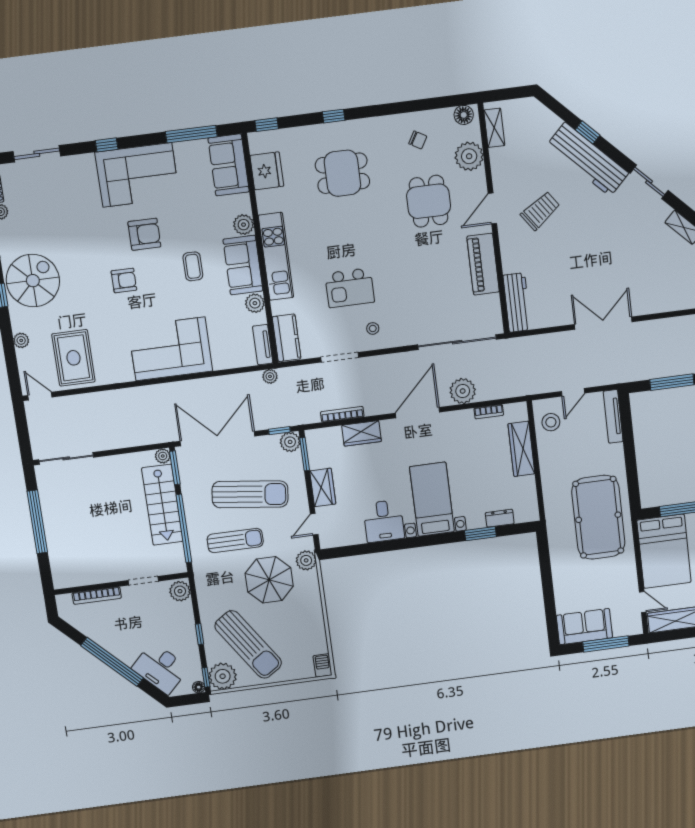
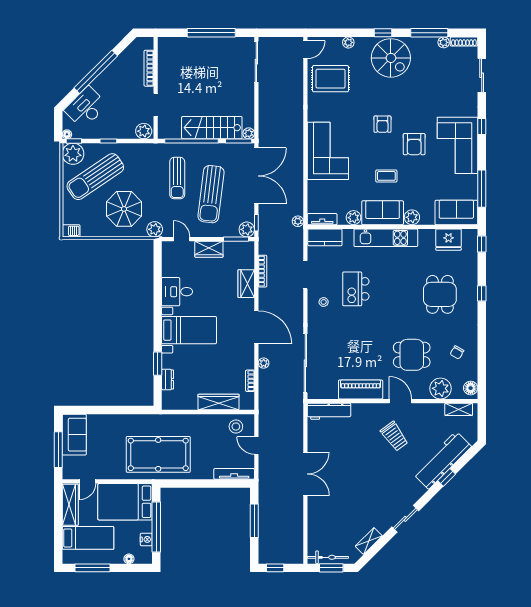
workbench: (588, 159) -> (442, 460), moved
plant: (463, 391) -> (264, 363), width x0.53, depth x0.53
parasol: (269, 580) -> (124, 209), moved

